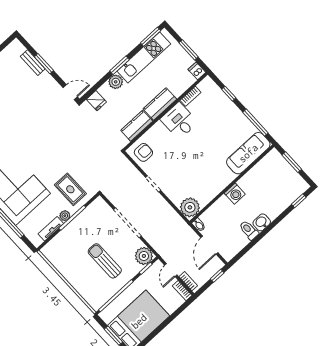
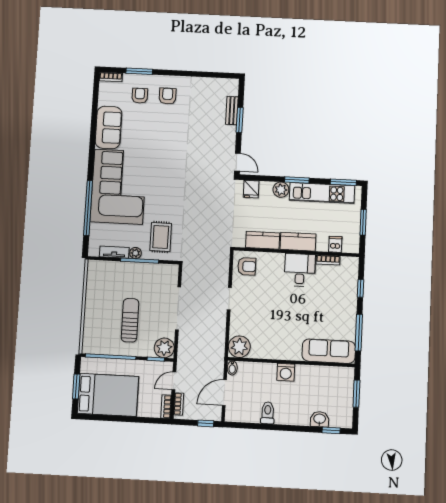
dishwasher: (197, 71) -> (335, 244), moved
washbasin: (262, 222) -> (320, 419), moved

